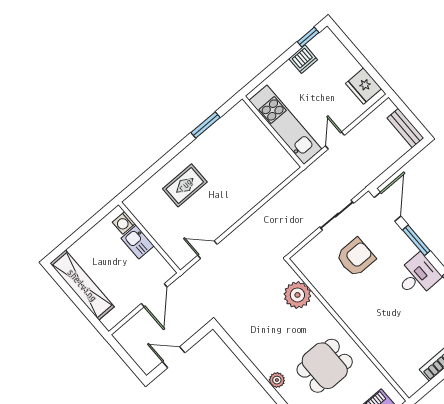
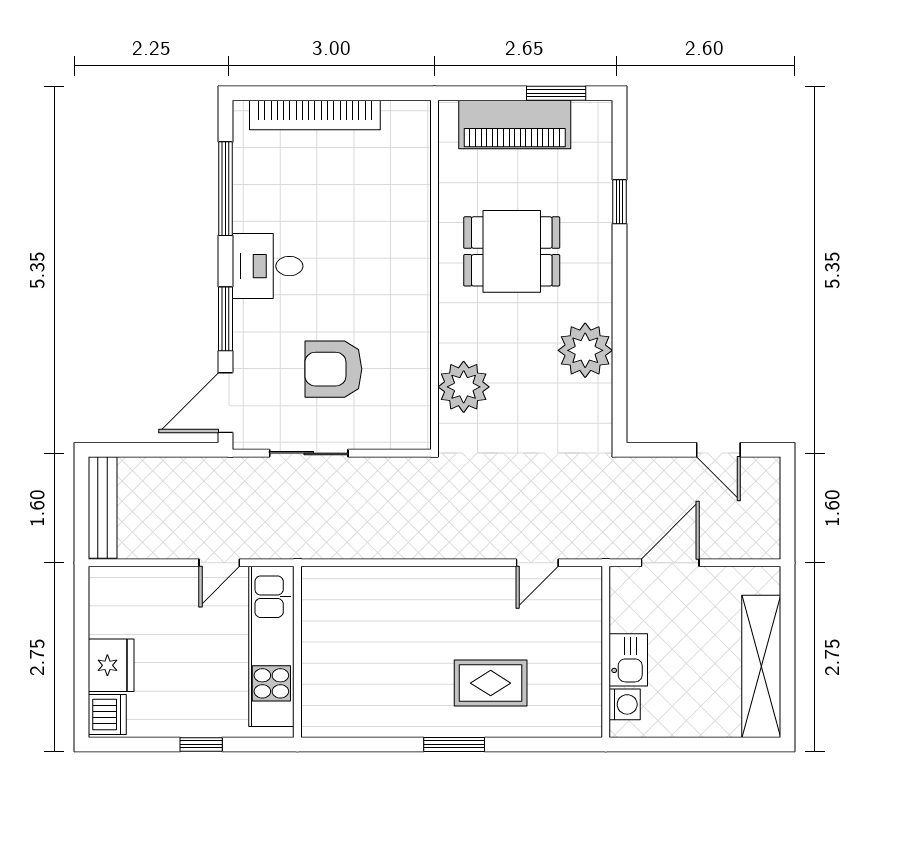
window: (308, 37) -> (201, 744), moved
dishwasher: (303, 59) -> (107, 715), moved, turned 90
fridge: (364, 86) -> (111, 665), moved
window: (206, 125) -> (454, 744), moved
bench: (405, 128) -> (103, 507), width x1.36
door: (207, 250) -> (537, 563), hinge flipped
plant: (277, 380) -> (585, 350), moved, width x1.88, depth x1.88

